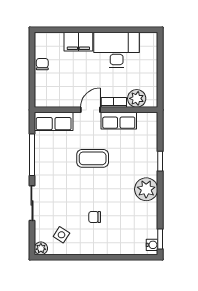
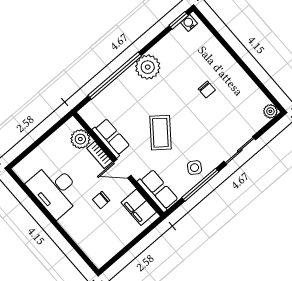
filing cabinet: (78, 42) -> (139, 207), moved, turned 180
chair: (42, 64) -> (101, 200), moved
coffee table: (93, 158) -> (160, 133), turned 38
window: (160, 161) -> (115, 76), width x3.17
side table: (61, 235) -> (194, 168), moved

